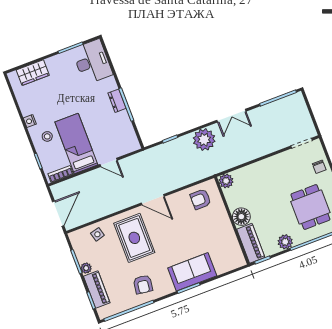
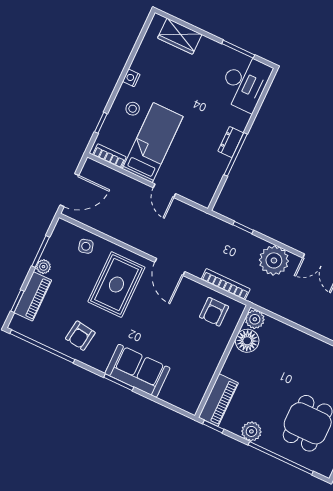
bookcase: (192, 178) -> (226, 284), added
armchair: (200, 199) -> (214, 312), turned -90
floor lamp: (241, 217) -> (247, 341), moved

